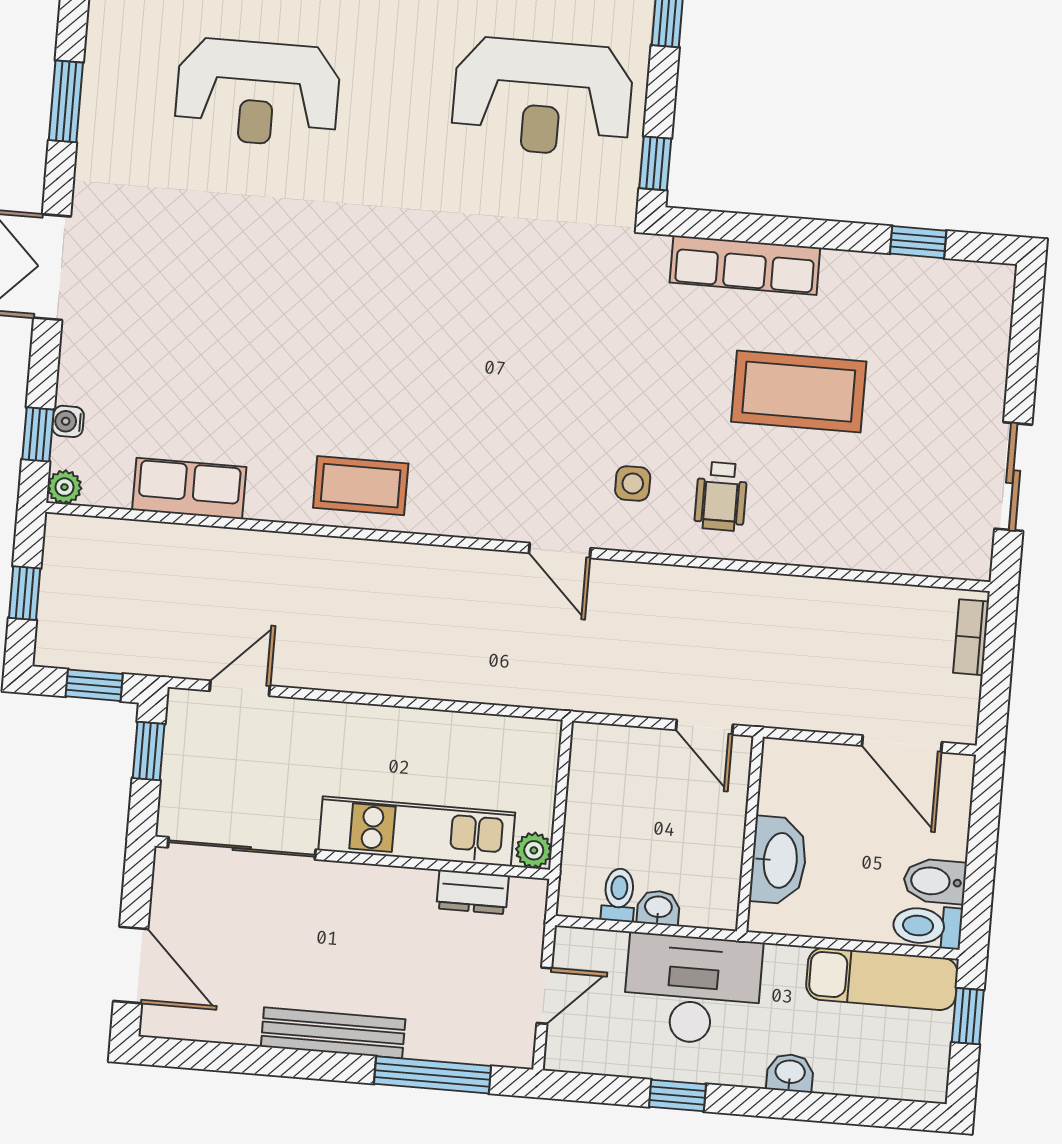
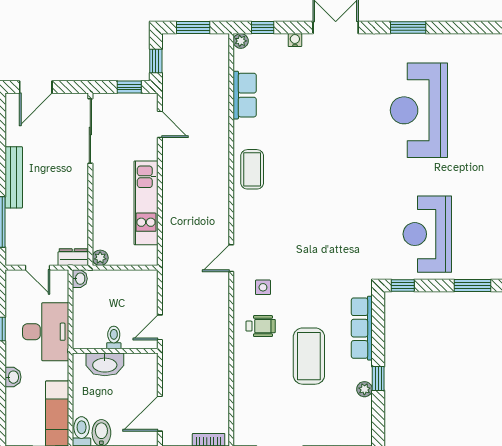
reception desk: (257, 93) -> (419, 110), width x1.36, depth x1.30
window: (918, 242) -> (378, 378), moved
plant: (885, 271) -> (364, 389), added
water cooler: (68, 421) -> (295, 40), moved
wheelchair: (721, 496) -> (261, 326), turned 180
window: (25, 593) -> (193, 27), width x1.50
kitchen unit: (417, 831) -> (146, 203), moved, turned 180
dresser: (473, 892) -> (73, 257), moved, turned 90
toilet: (619, 895) -> (114, 338), moved, turned -90
washbasin: (658, 908) -> (80, 279), moved

